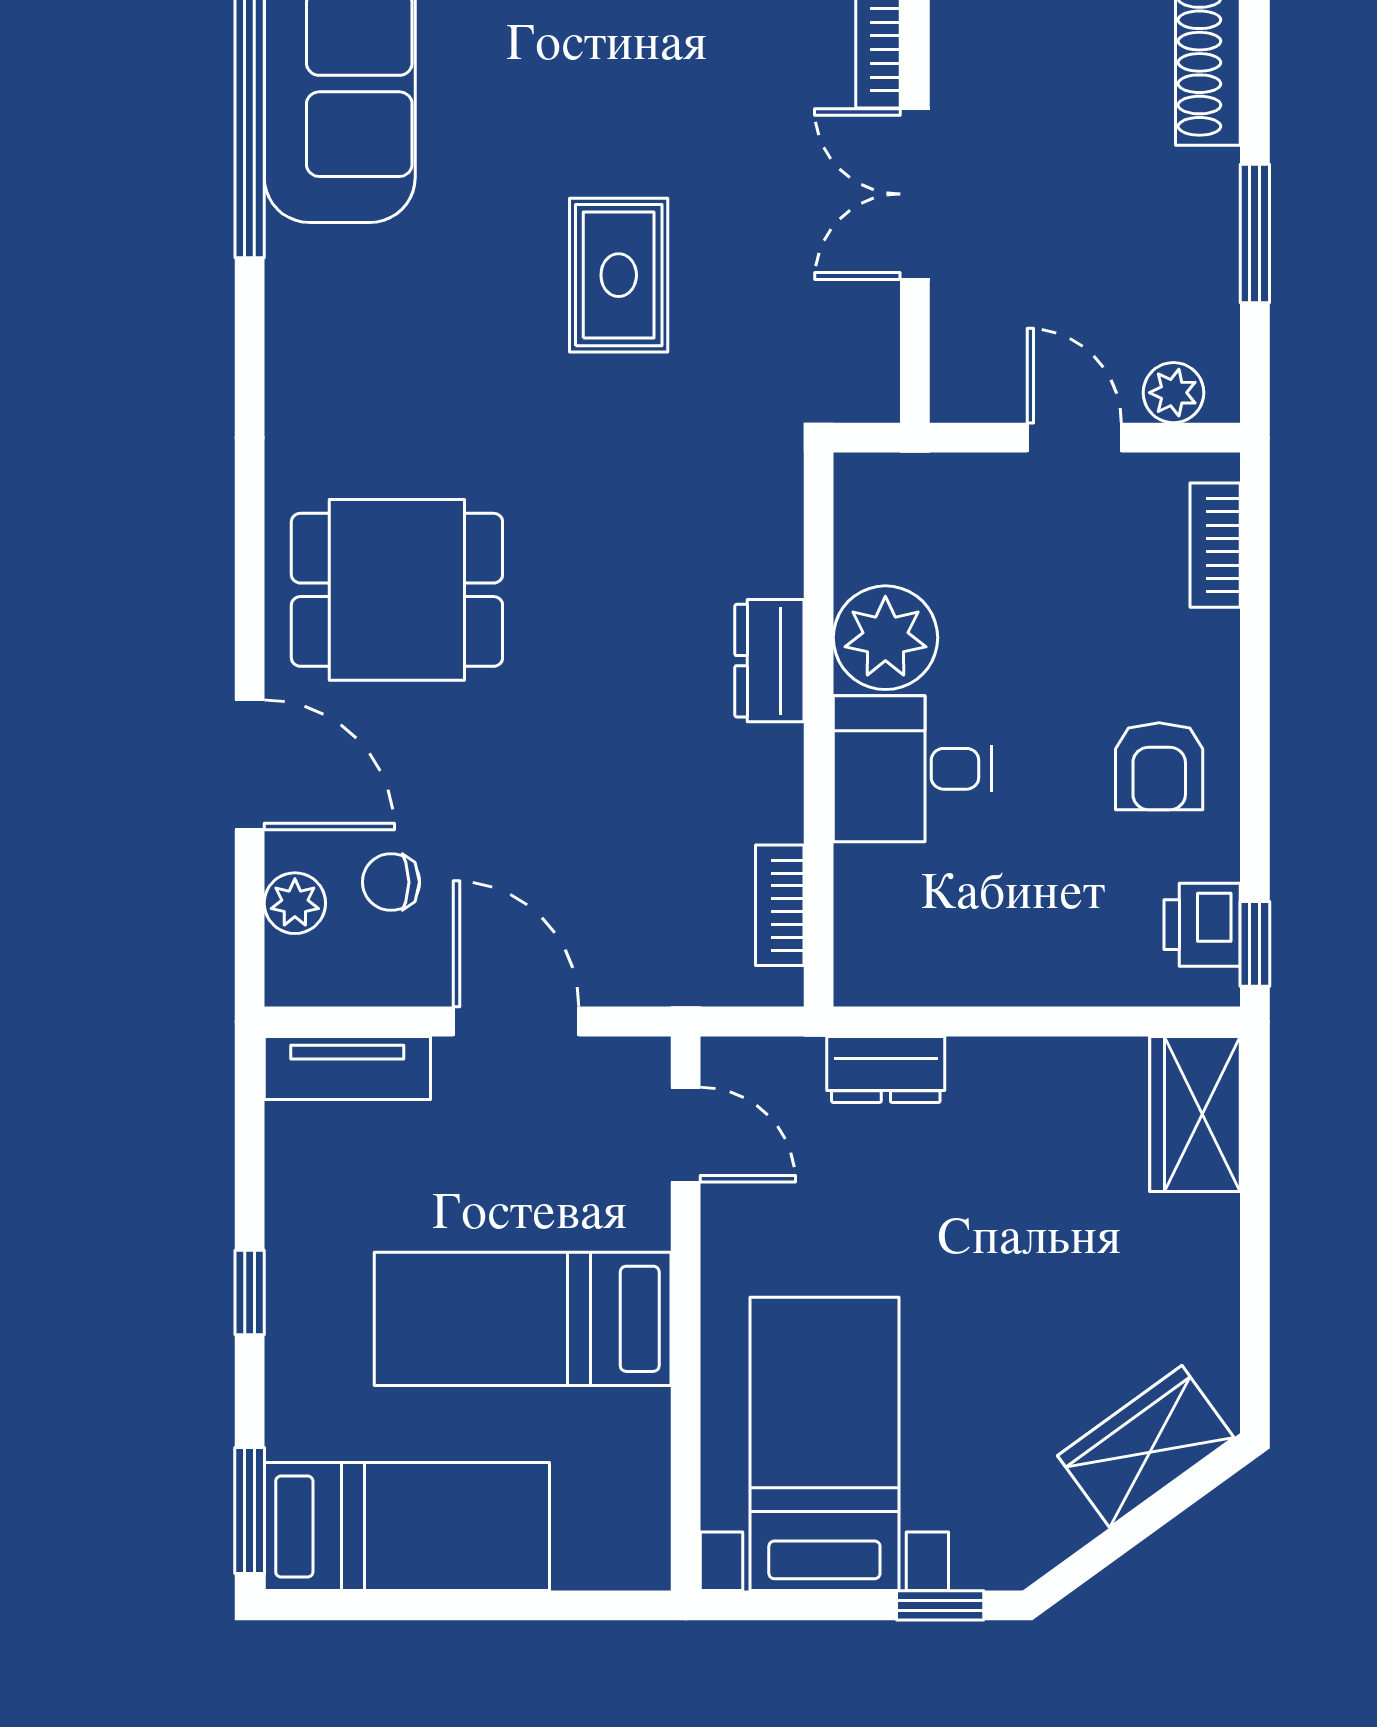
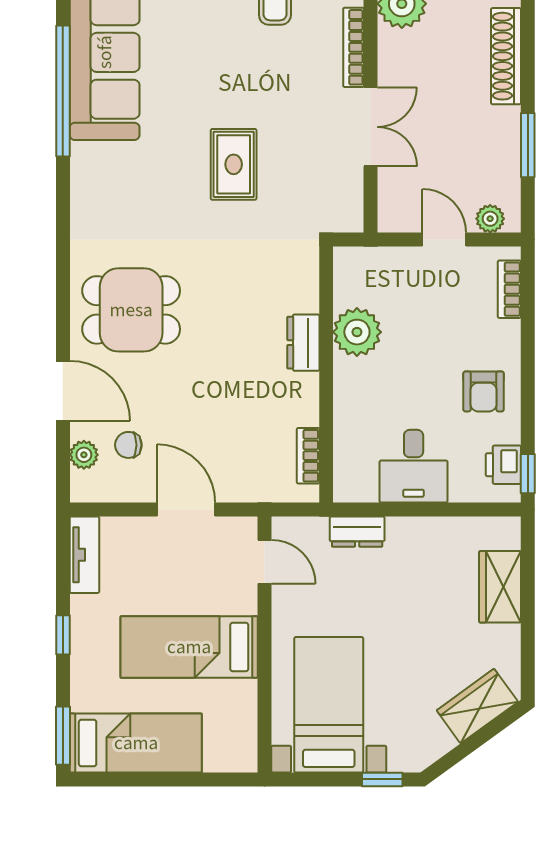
double door: (915, 194) -> (371, 127), swing flipped
desk: (912, 769) -> (414, 466), moved, turned -90
tv unit: (347, 1068) -> (84, 555), moved, turned -90
wardrobe: (1195, 1114) -> (500, 587), moved

